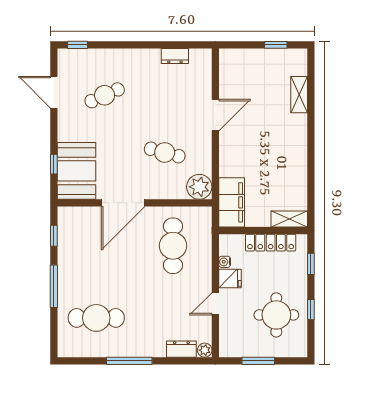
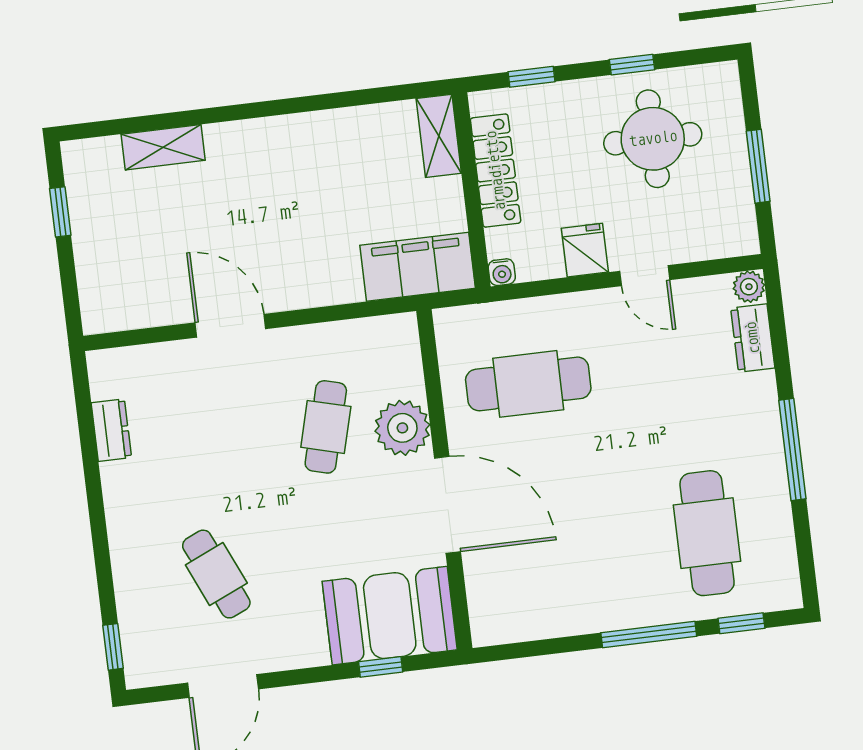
plant: (199, 187) -> (402, 428), moved
window: (54, 236) -> (741, 623), moved
water cooler: (225, 262) -> (502, 272), moved

